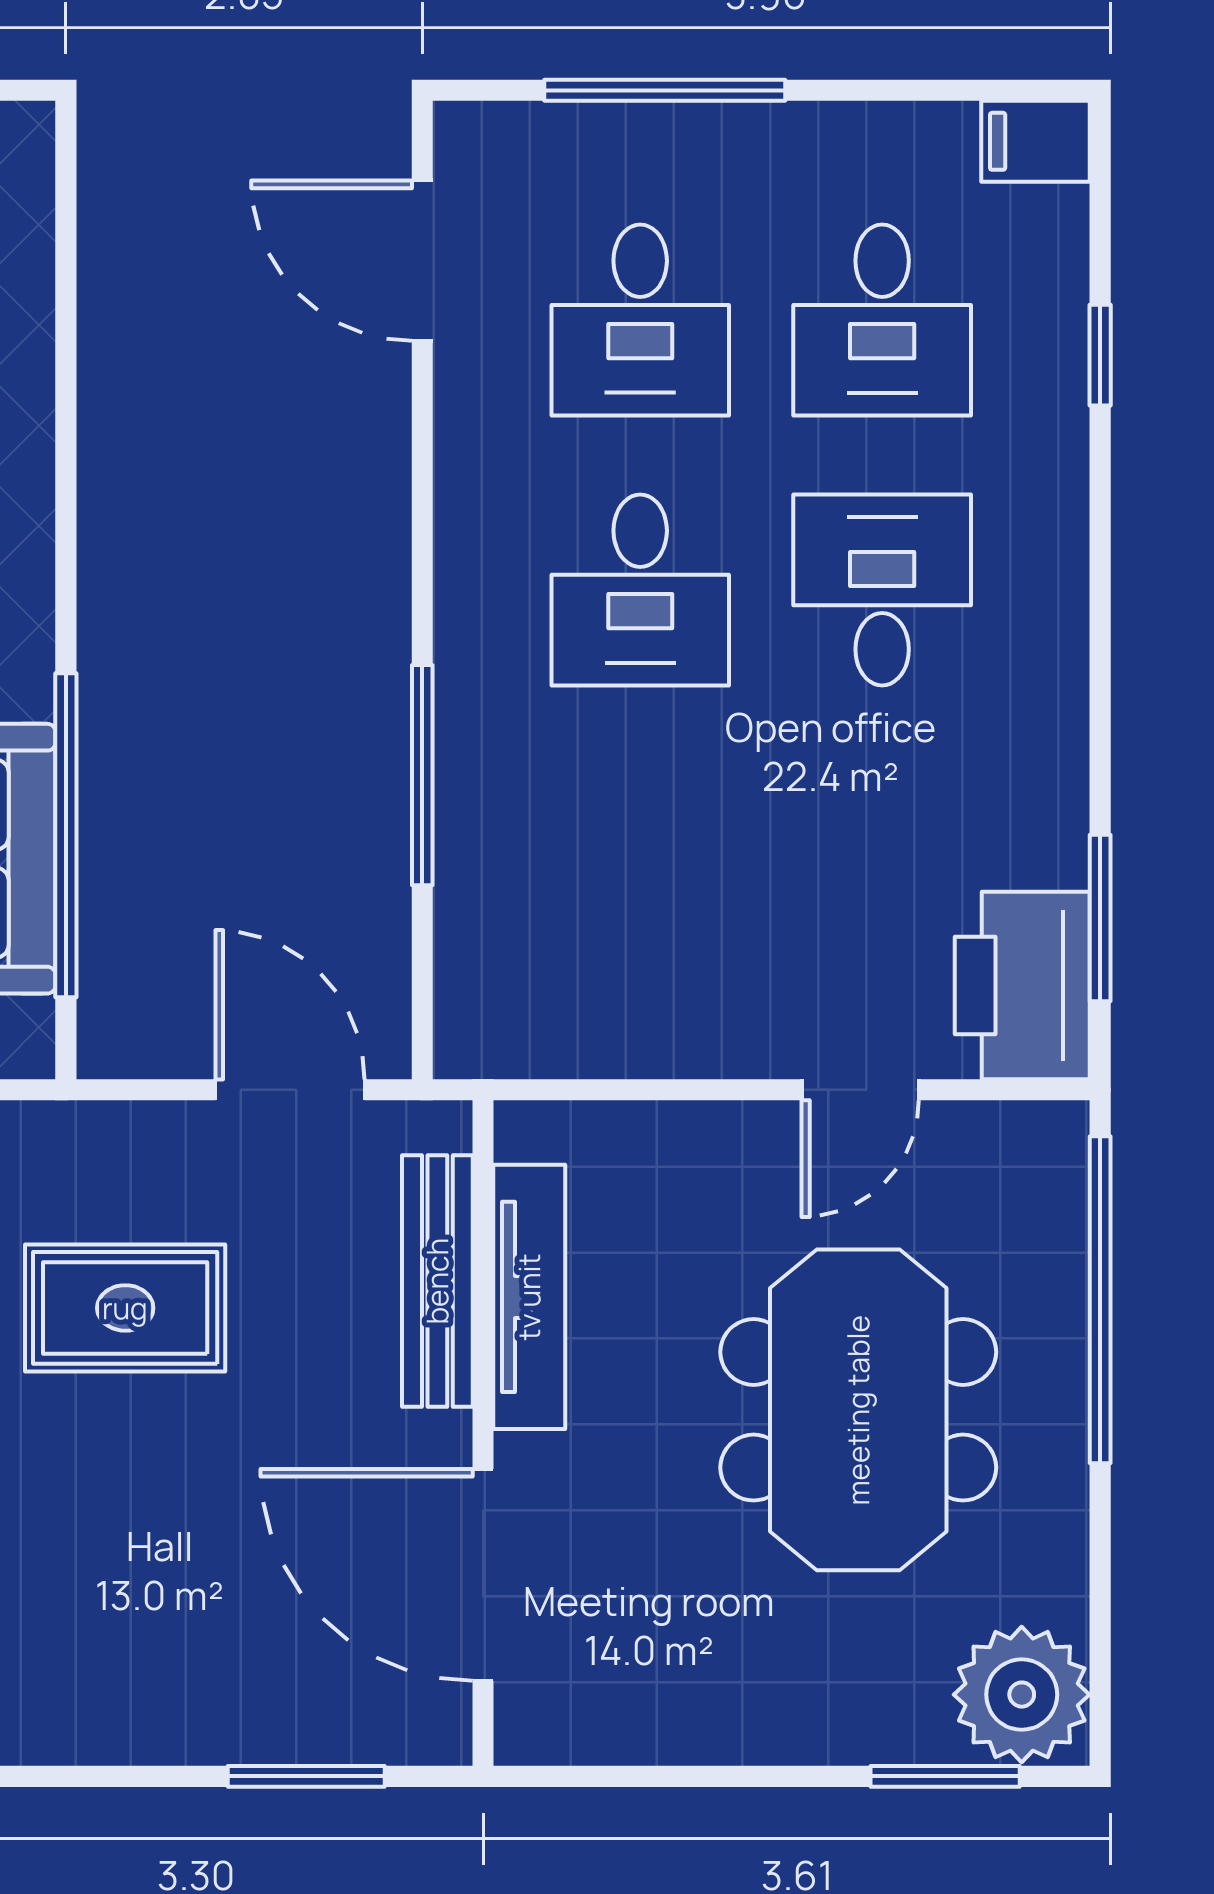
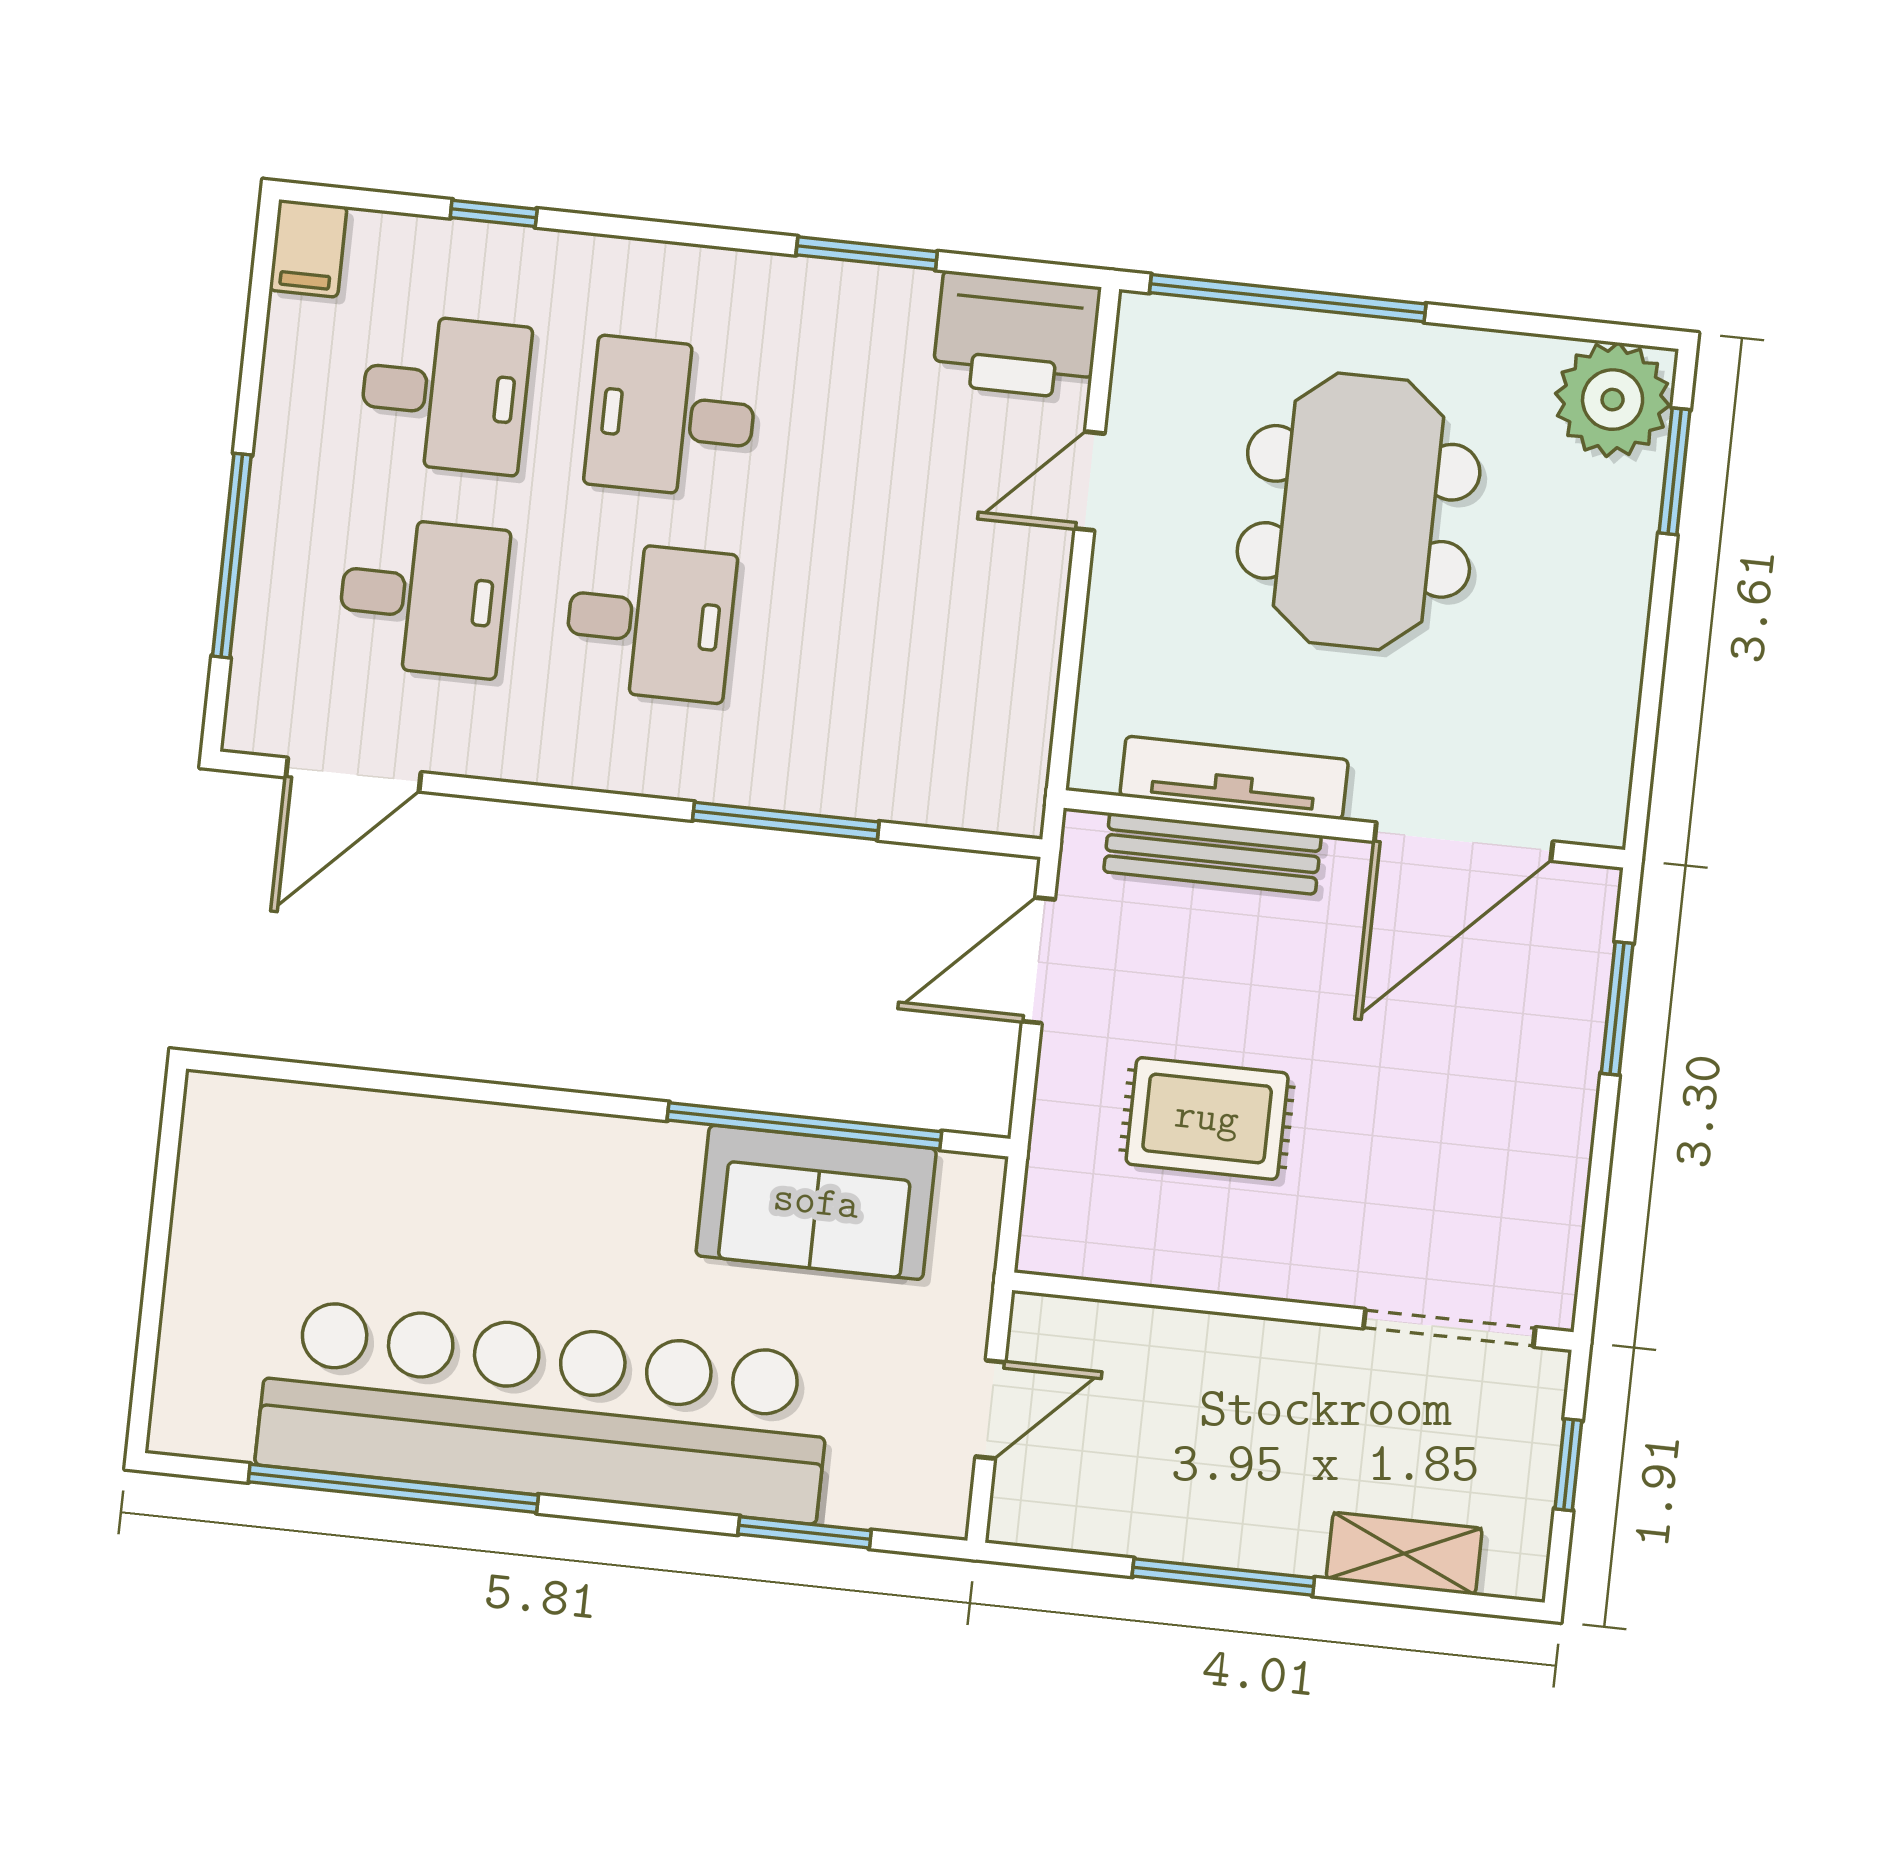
window: (1100, 918) -> (867, 253), moved
door: (860, 1090) -> (1090, 481), swing flipped
rug: (125, 1308) -> (1207, 1118), turned 90
meeting table: (858, 1410) -> (1359, 511), turned 90

